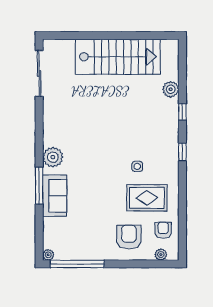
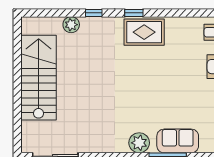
side table: (137, 166) -> (148, 58), removed
rug: (147, 198) -> (144, 32), moved, turned 90

